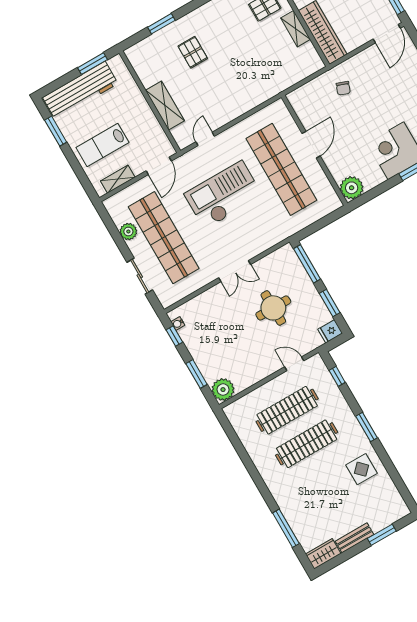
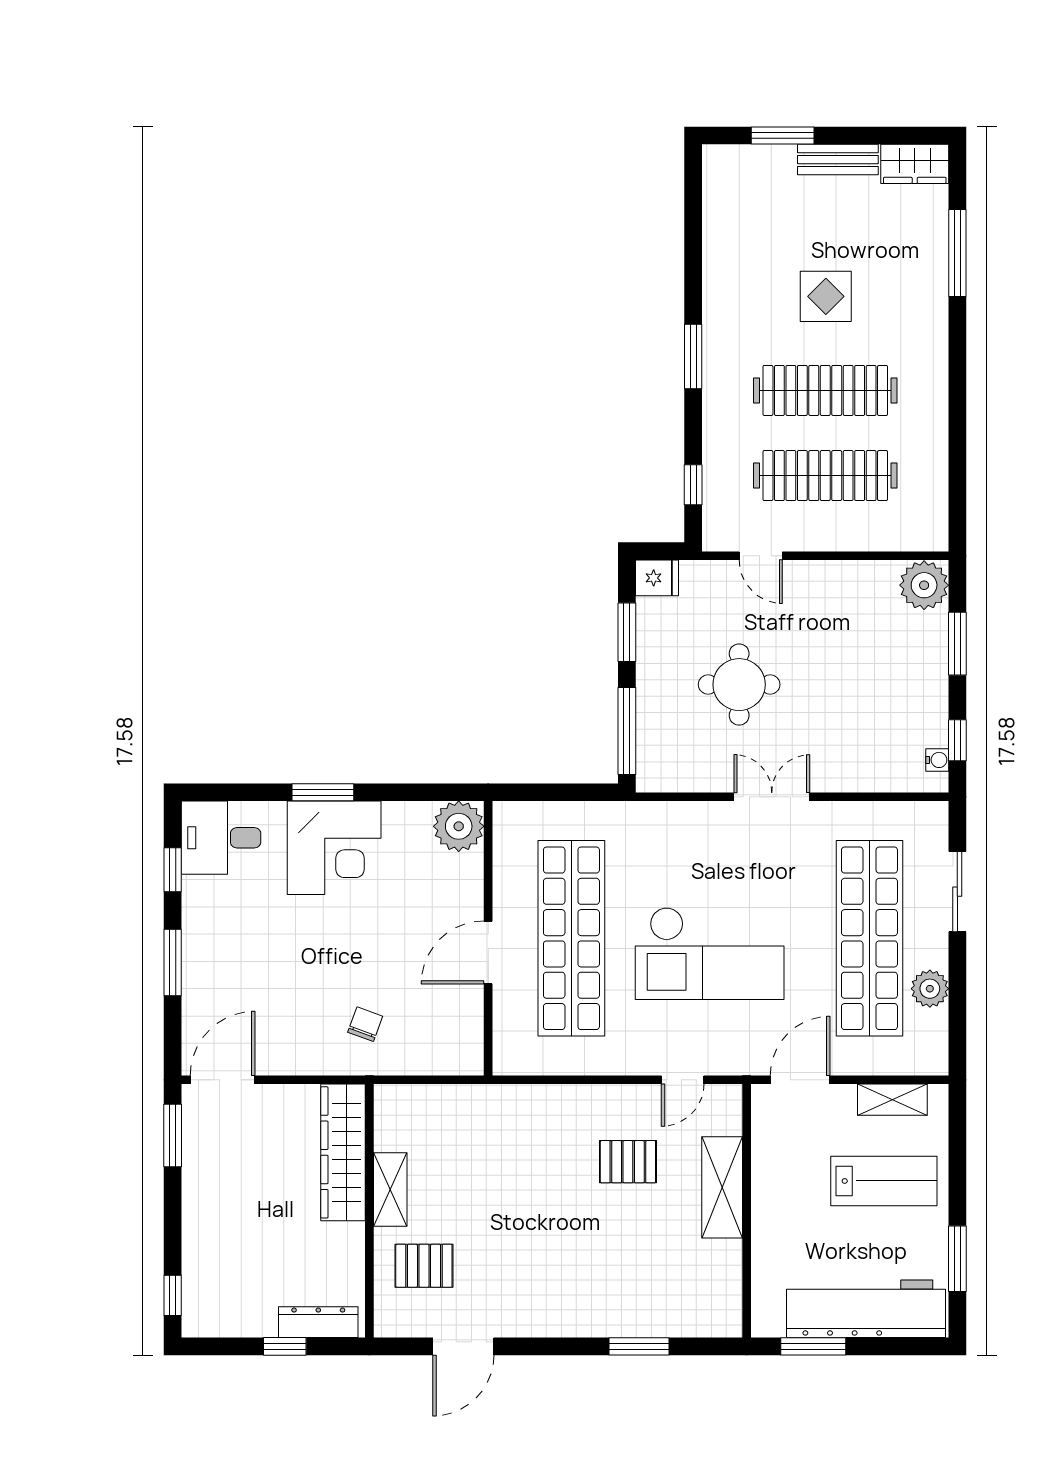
pallet: (193, 52) -> (628, 1162), moved, turned 90
display table: (361, 469) -> (826, 296), moved

